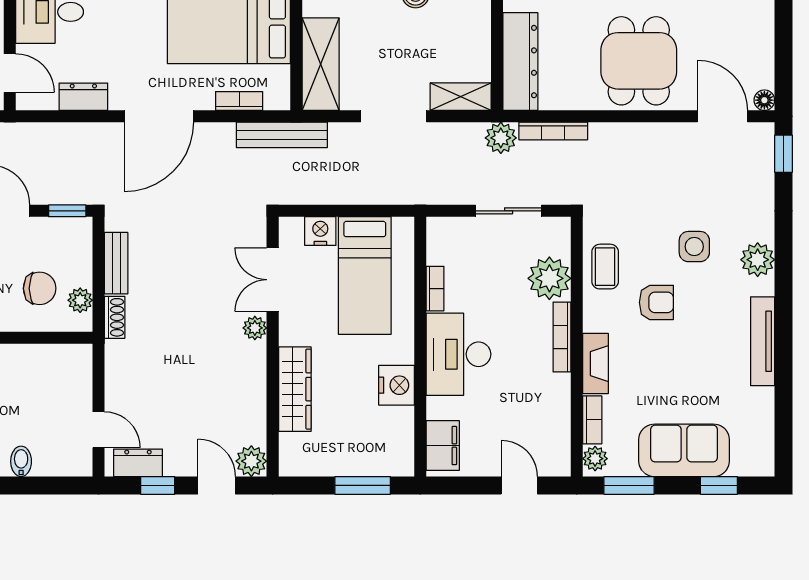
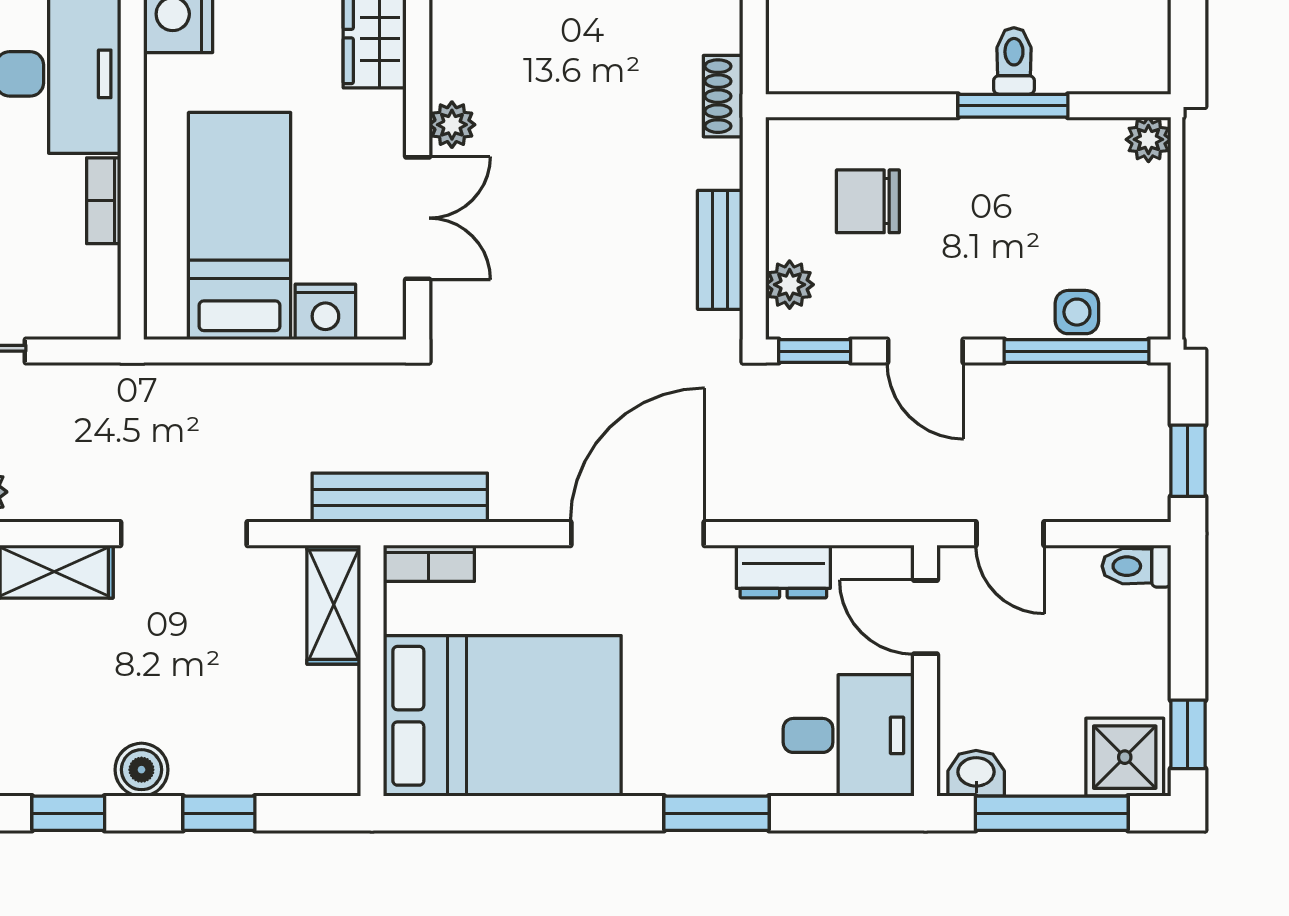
shelving: (321, 64) -> (334, 605), width x0.67, depth x0.75
bookcase: (239, 101) -> (429, 563), moved
plant: (80, 300) -> (790, 285), moved
shoe rack: (115, 317) -> (723, 96), moved

